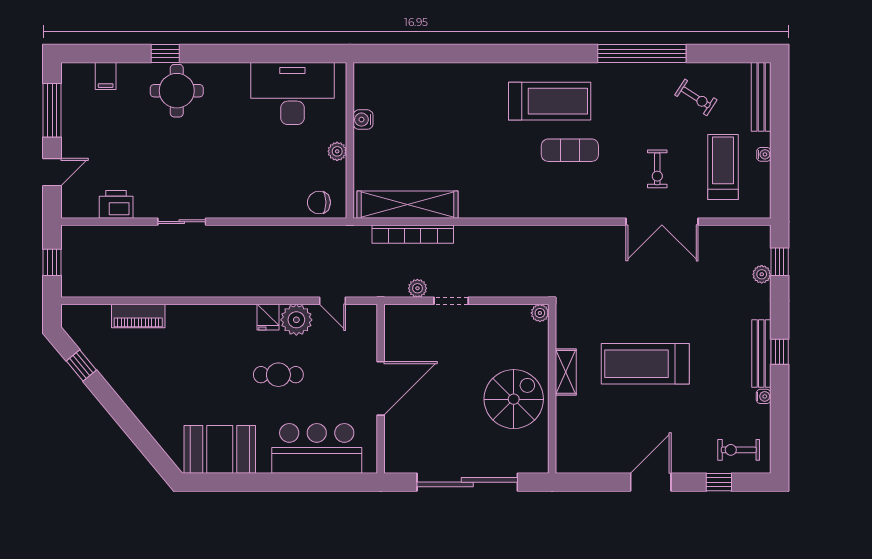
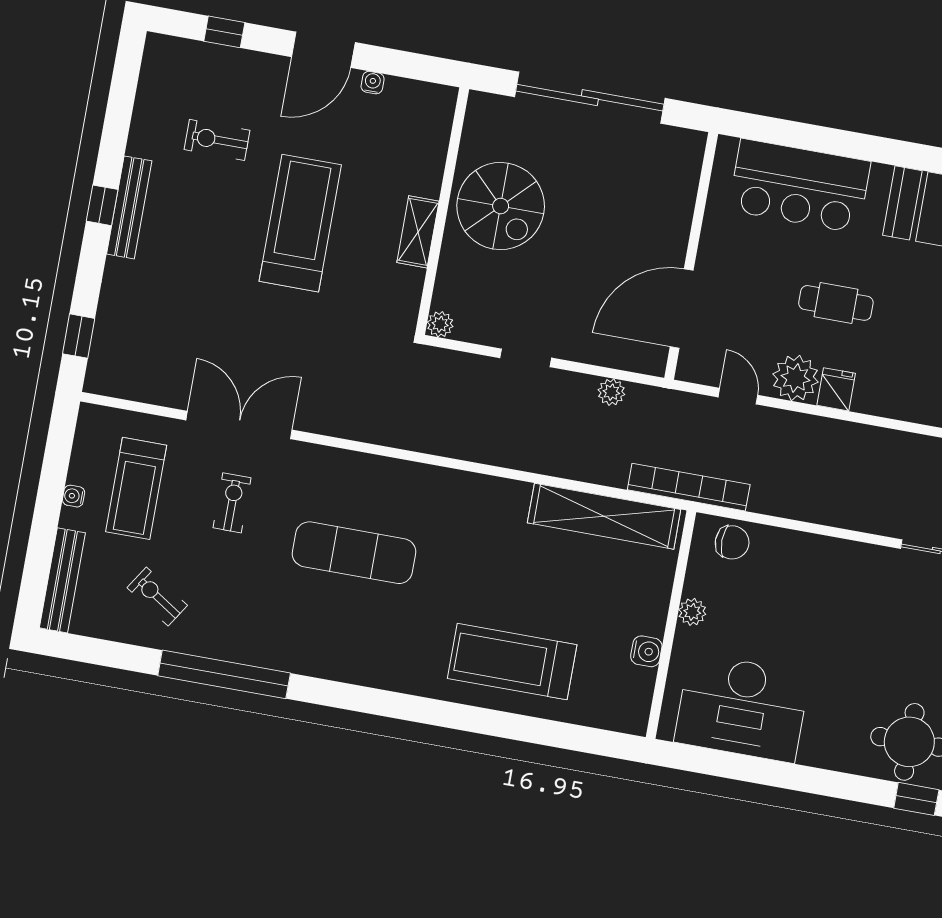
treadmill: (550, 101) -> (512, 662), moved
exercise mat: (570, 150) -> (354, 553), width x1.36, depth x1.45
bookcase: (413, 234) -> (689, 487), moved
plant: (762, 274) -> (108, 322), removed
doorway: (451, 301) -> (526, 358), moved
treadmill: (645, 364) -> (300, 223), turned -90
door: (381, 388) -> (682, 309), moved
water cooler: (764, 396) -> (373, 83), moved, turned 90
spiral stairs: (514, 399) -> (501, 206), turned -90
exercise bike: (739, 450) -> (217, 140), moved, turned 180

